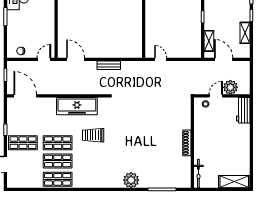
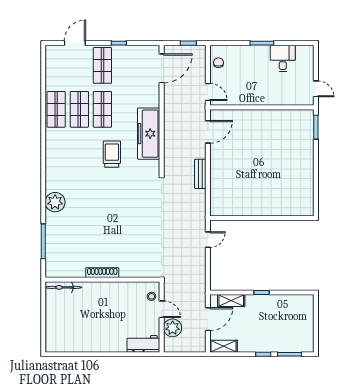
shelving: (245, 33) -> (223, 346), moved
shelving: (234, 182) -> (53, 333), removed

